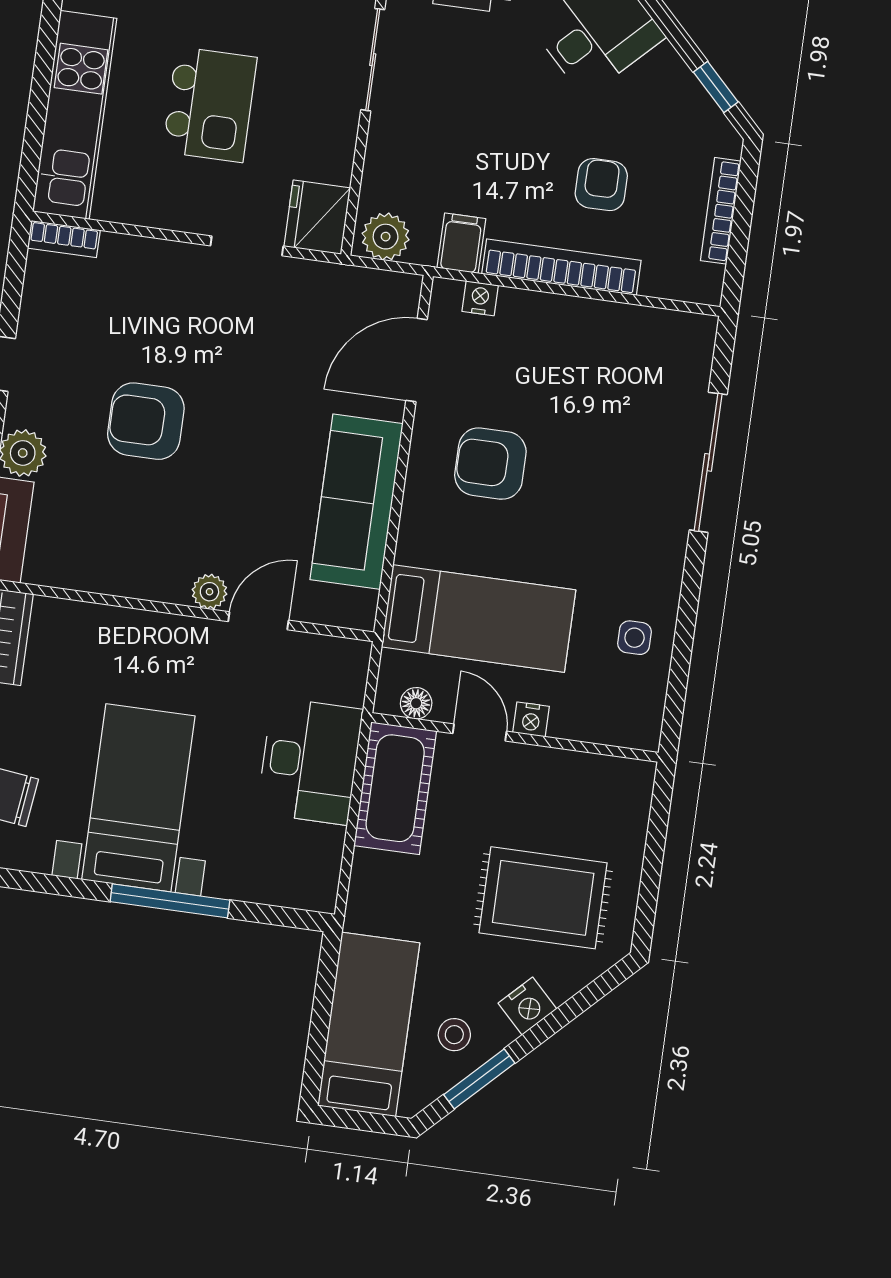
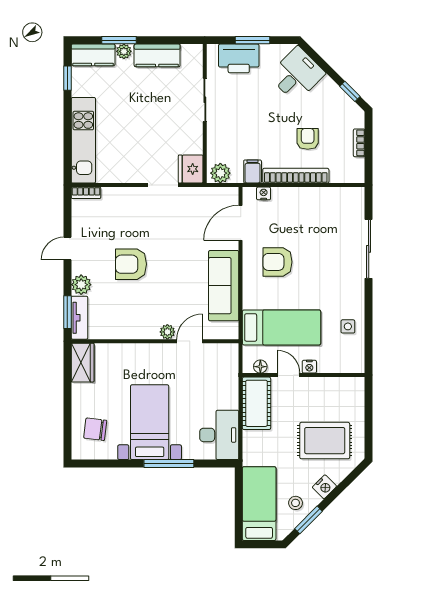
kitchen island: (210, 105) -> (139, 128), removed
bookcase: (721, 211) -> (359, 143), width x0.64
desk: (310, 761) -> (219, 435), moved

